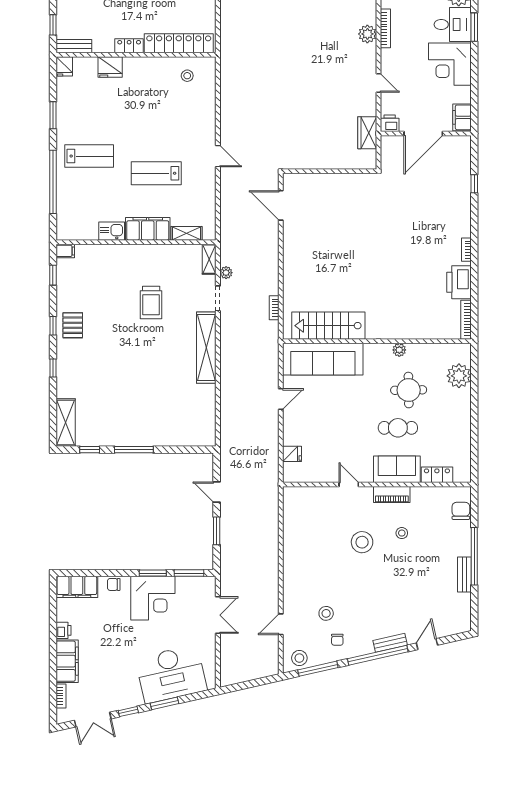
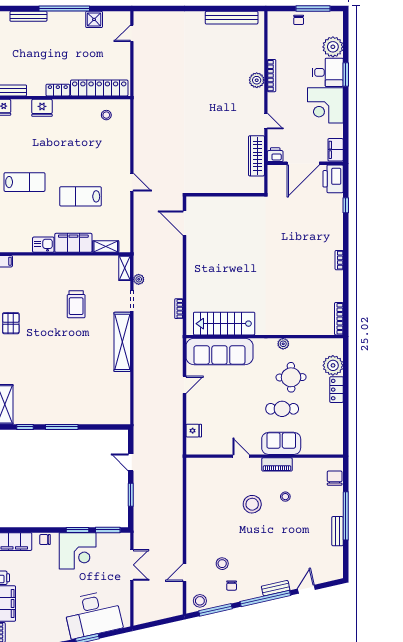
wardrobe: (367, 133) -> (256, 156), width x1.50
printer: (459, 282) -> (333, 179), moved
locker: (437, 475) -> (336, 390), moved, turned -90

